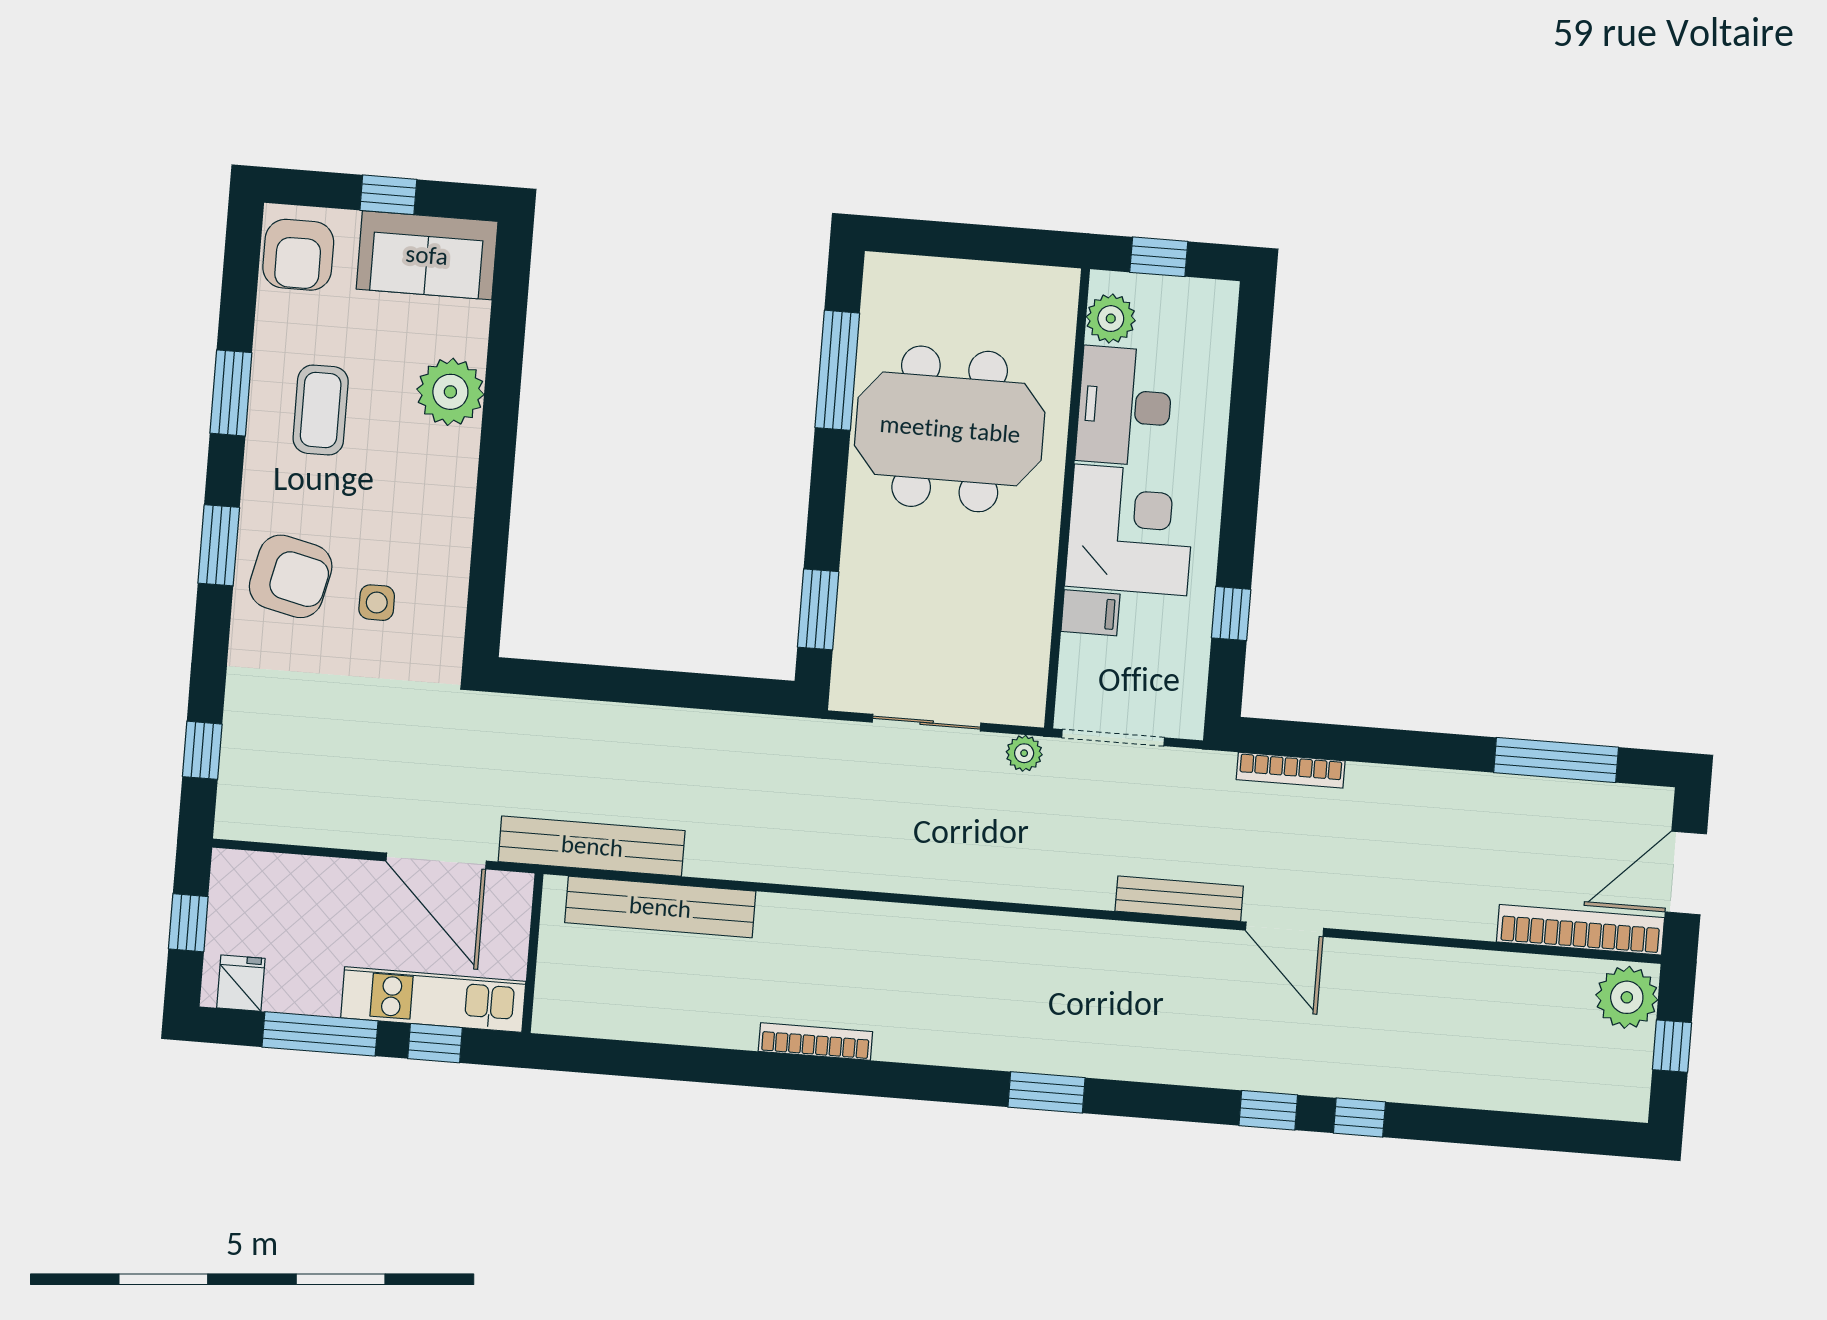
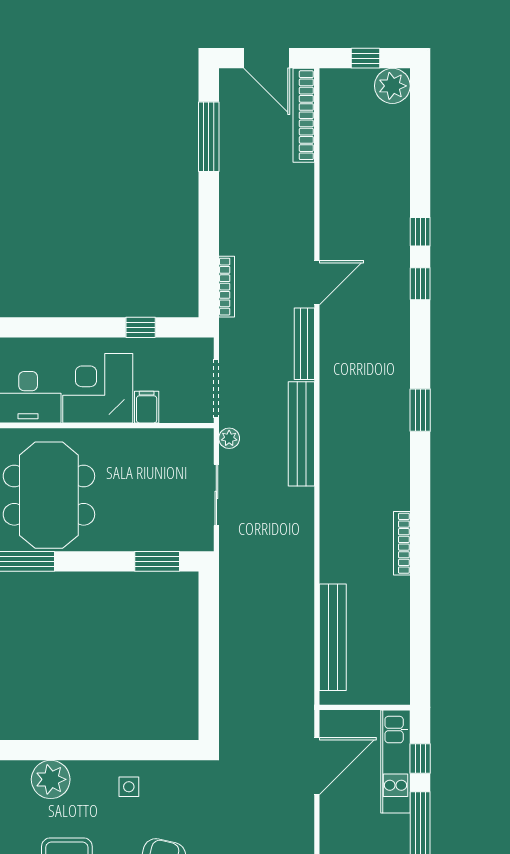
side table: (377, 603) -> (129, 787), moved
bench: (592, 846) -> (301, 434), moved
plant: (1627, 997) -> (392, 86), moved

